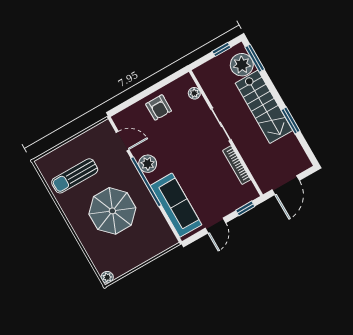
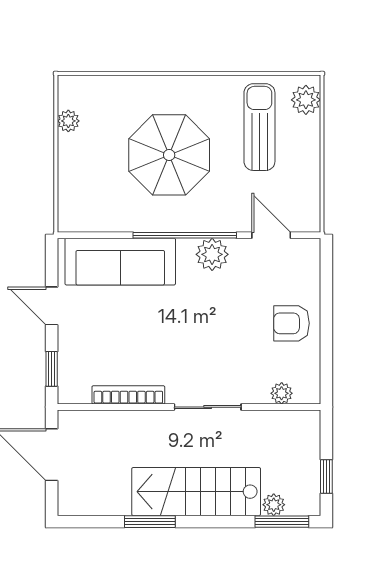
plant: (242, 65) -> (274, 505), width x0.53, depth x0.53
door: (123, 141) -> (271, 235), swing flipped
plant: (49, 161) -> (306, 100), added
plant: (107, 277) -> (68, 121), moved

